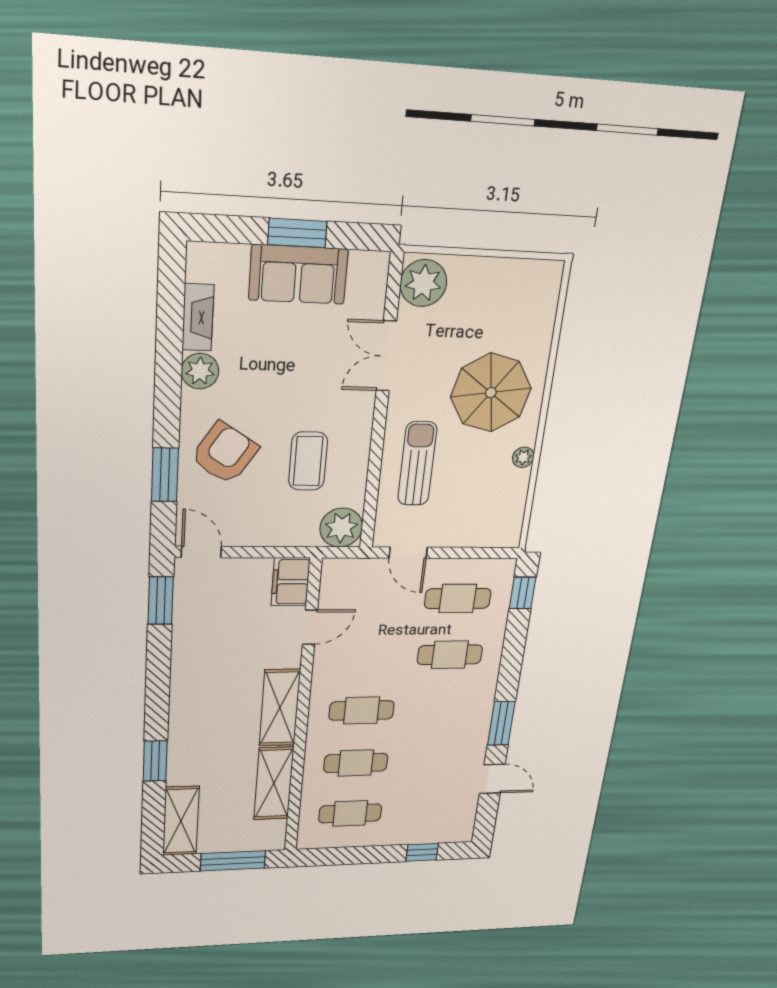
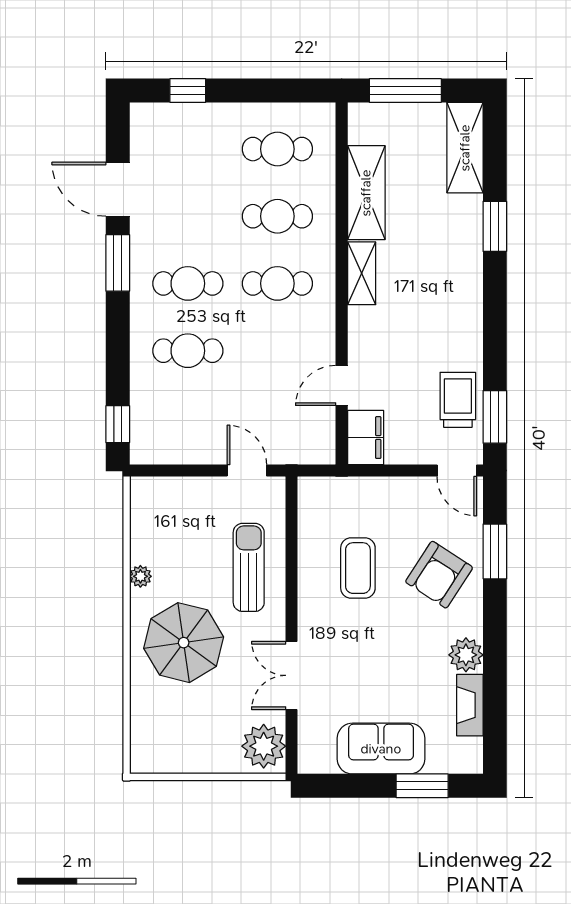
window: (297, 233) -> (422, 786), moved
double door: (386, 356) -> (292, 675), swing flipped
sun lounger: (417, 464) -> (249, 567), turned 180
plant: (341, 528) -> (319, 498), removed
cafe table: (458, 599) -> (188, 283), moved
trolley: (197, 615) -> (458, 400), added
shelving: (280, 708) -> (362, 273), width x0.67, depth x0.75
door: (492, 779) -> (118, 189), width x1.38

